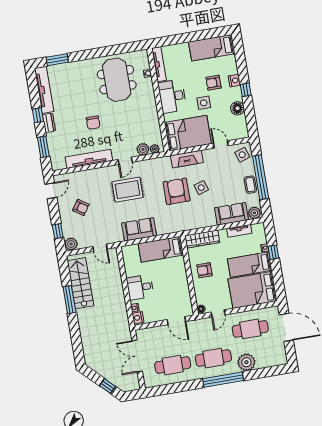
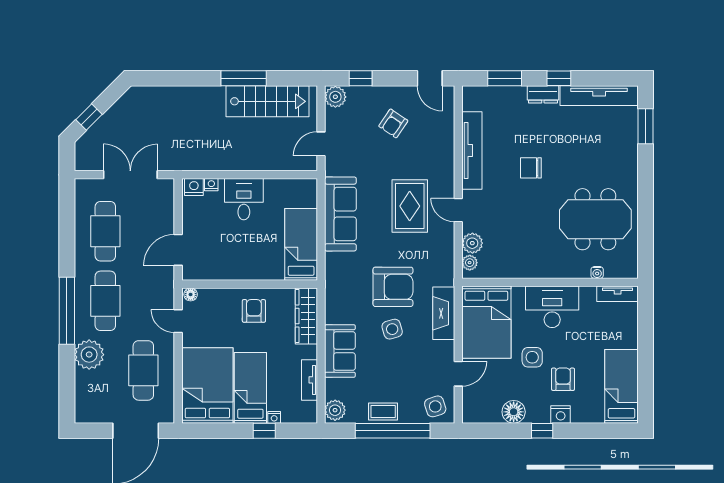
tv unit: (159, 64) -> (618, 294), width x0.71
sofa: (232, 214) -> (340, 351), moved
sofa: (139, 229) -> (340, 214), width x1.36

